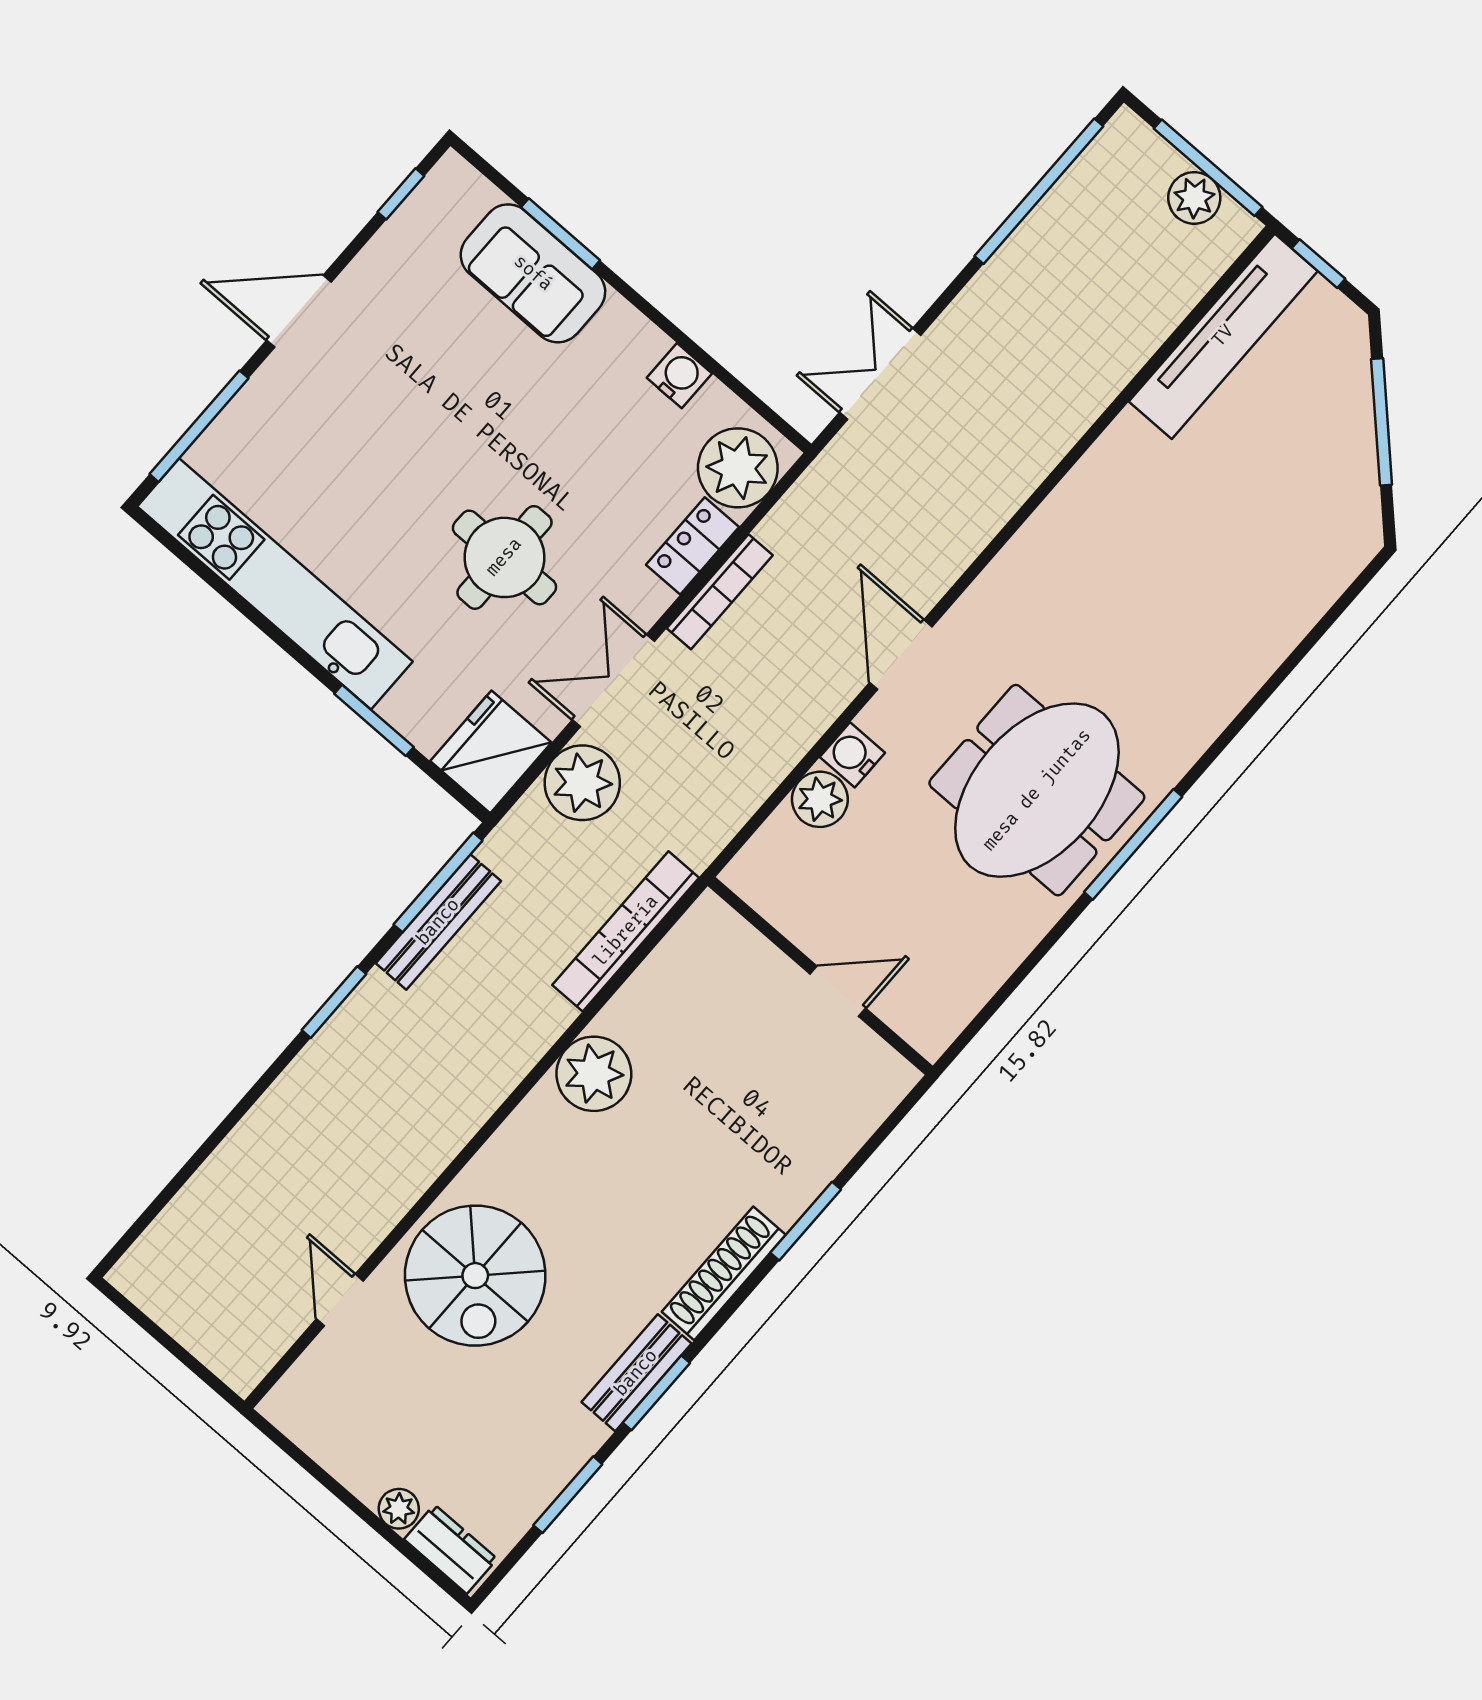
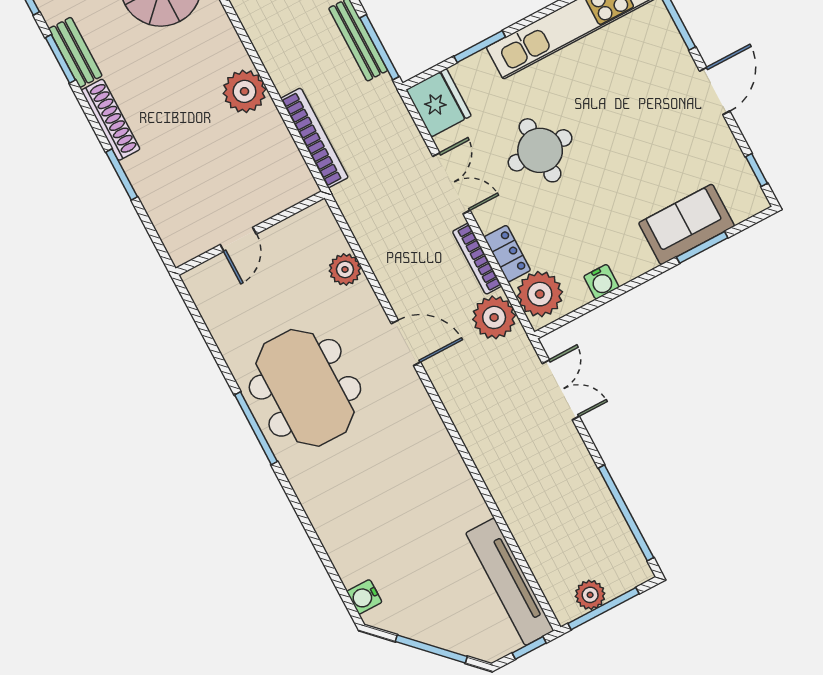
water cooler: (852, 755) -> (364, 597), moved, turned 180
plant: (582, 783) -> (494, 317), moved

